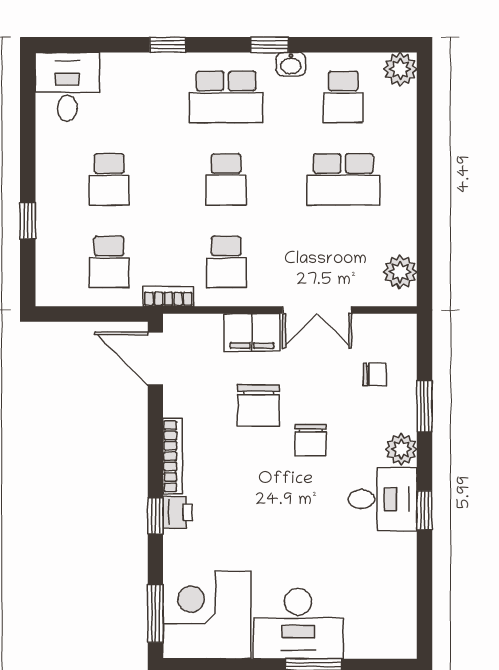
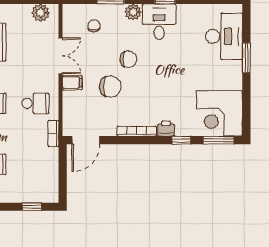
window: (28, 221) -> (32, 207), moved
school desk: (109, 262) -> (35, 164), removed
filing cabinet: (252, 332) -> (72, 83), width x0.50
window: (155, 516) -> (181, 140), moved
desk: (298, 624) -> (224, 36), moved

